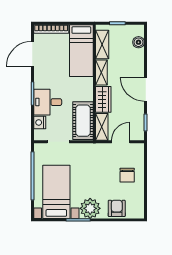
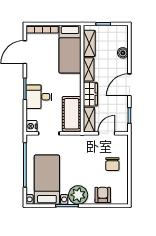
boiler: (139, 42) -> (123, 53), moved
door: (146, 89) -> (129, 85), hinge flipped
nightstand: (40, 122) -> (31, 126), moved

